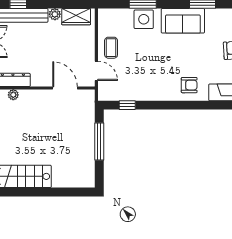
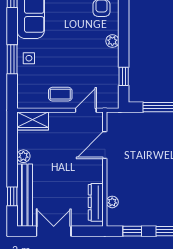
wardrobe: (76, 17) -> (33, 121), moved, turned 90
side table: (144, 19) -> (29, 58), width x0.54, depth x0.54
plant: (159, 95) -> (112, 41), added

